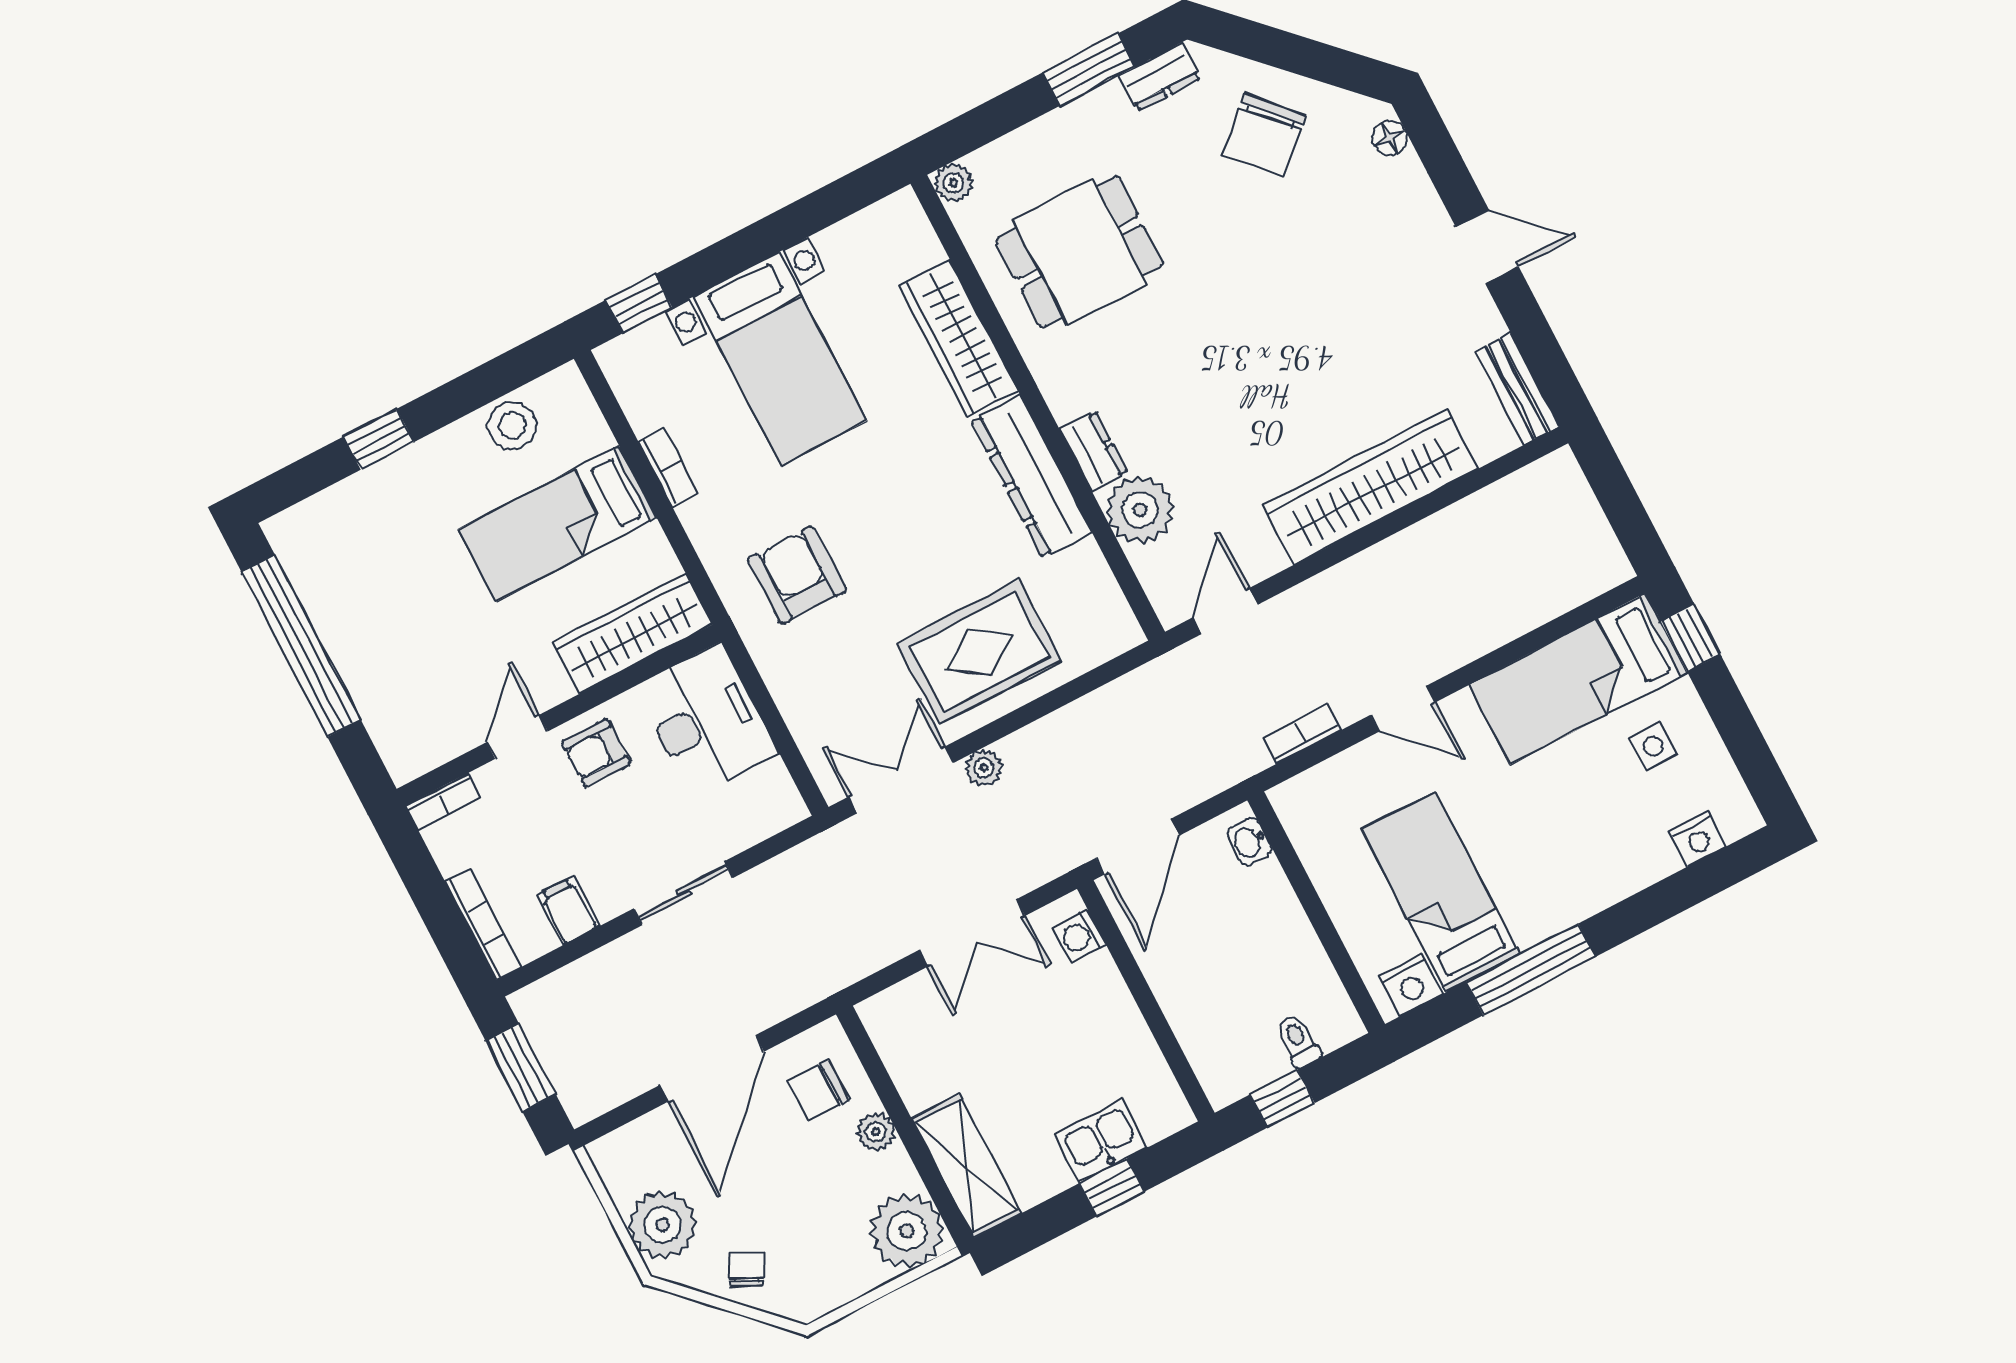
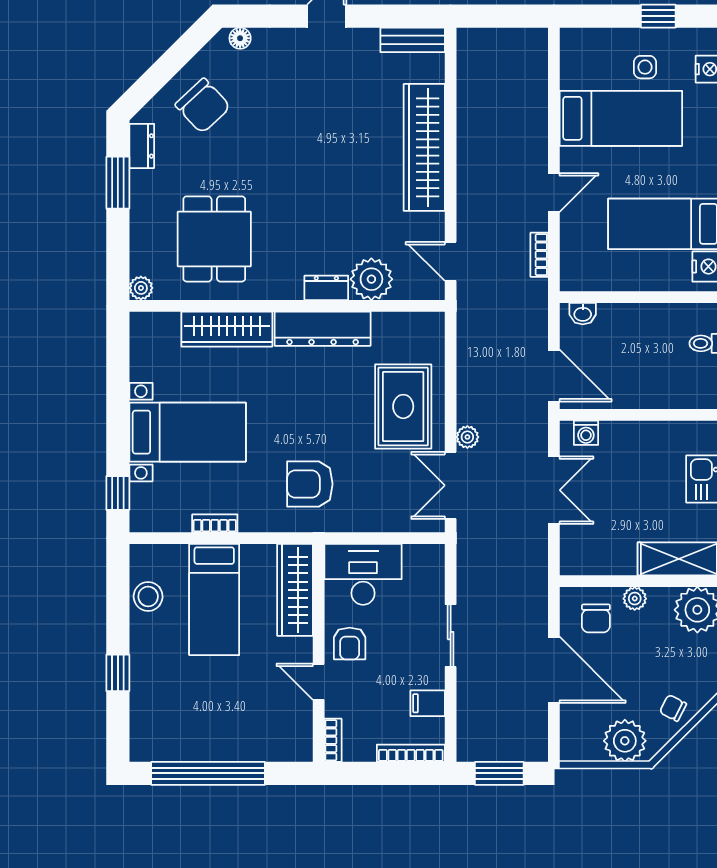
window: (1691, 638) -> (658, 16), moved
bed: (1578, 679) -> (621, 118), moved, turned -90

